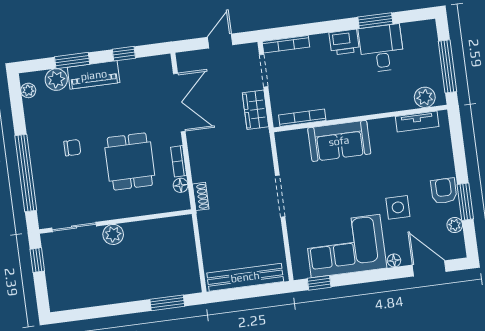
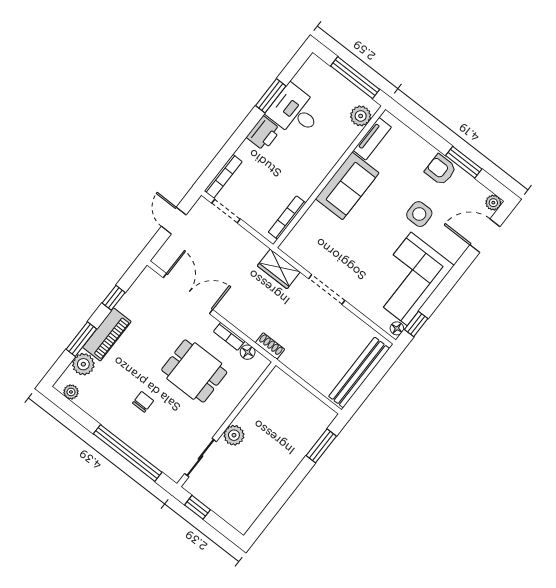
wardrobe: (255, 110) -> (279, 269), moved
sofa: (339, 141) -> (347, 186), moved
plant: (455, 225) -> (493, 203), moved
floor lamp: (394, 260) -> (397, 328), moved

